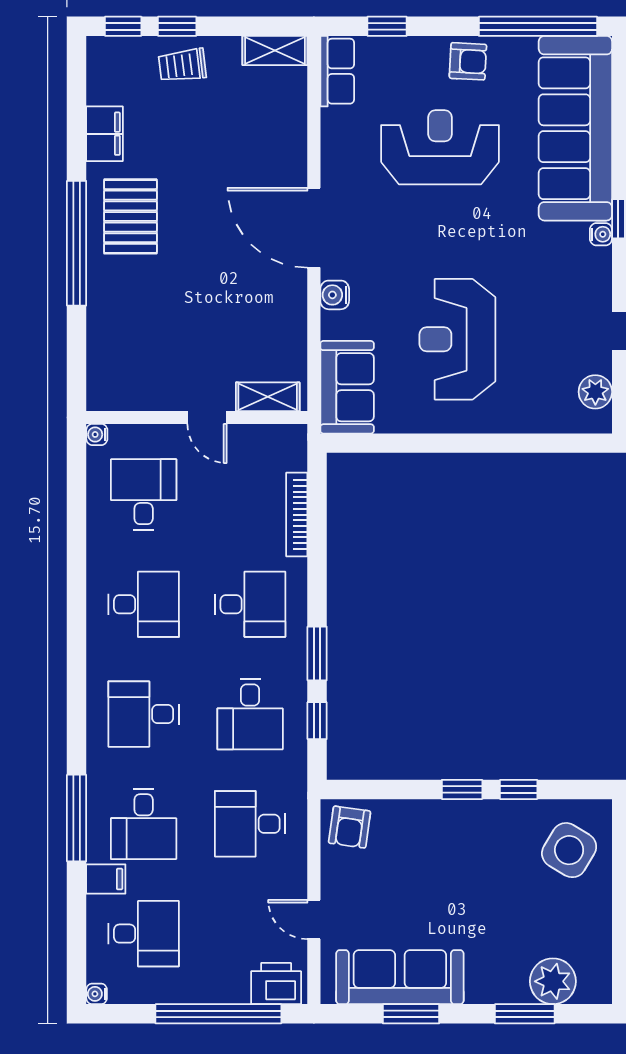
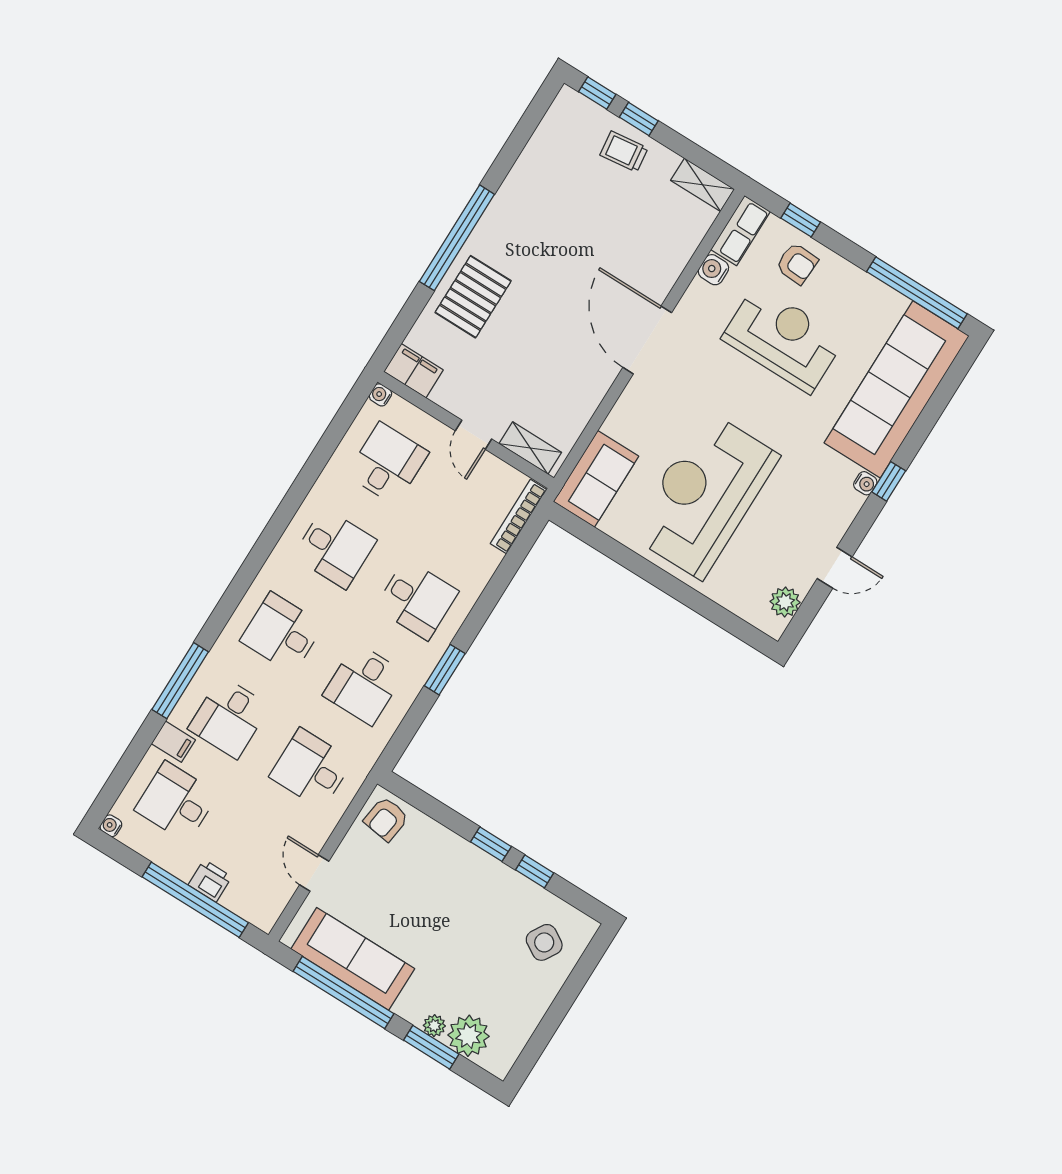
armchair: (468, 61) -> (797, 264), moved
filing cabinet: (105, 134) -> (414, 371), moved, turned -90
pallet: (130, 216) -> (473, 297), moved
water cooler: (335, 295) -> (713, 270), moved
reception desk: (457, 339) -> (704, 495), width x1.36, depth x1.30
bookcase: (297, 515) -> (519, 517), moved
window: (317, 721) -> (412, 721), removed
side table: (569, 850) -> (544, 942), width x0.73, depth x0.73
desk: (144, 934) -> (176, 802), turned 180
printer: (276, 984) -> (210, 881), moved, width x0.73, depth x0.81
plant: (515, 992) -> (434, 1026), added
window: (411, 1014) -> (344, 992), width x2.11

